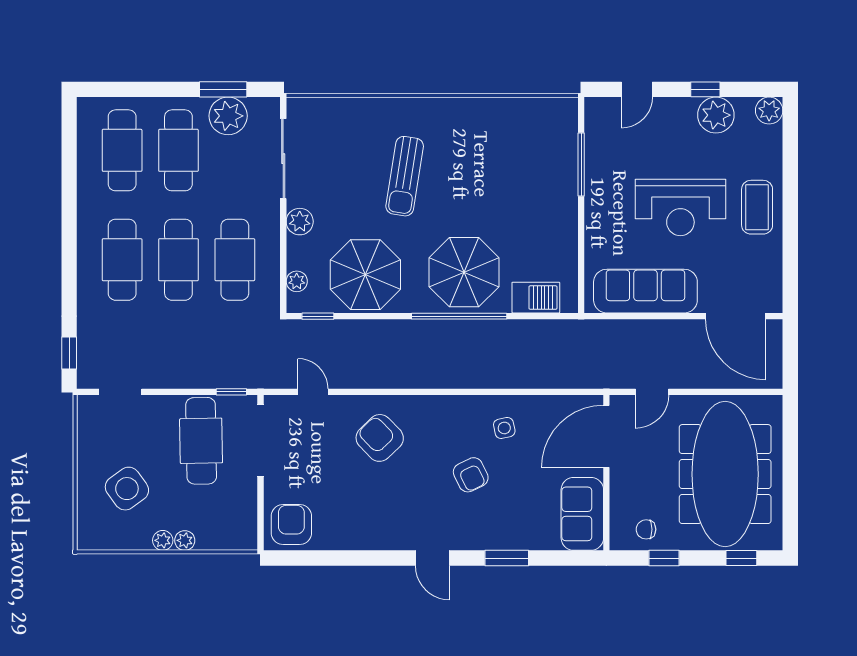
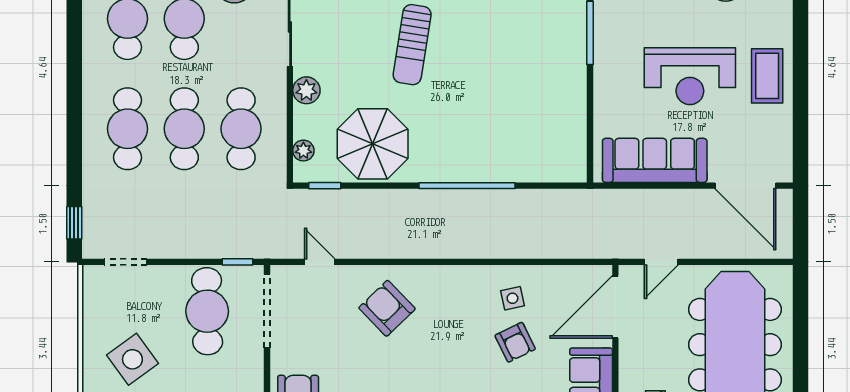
parasol: (464, 272) -> (472, 141), removed
barbecue: (536, 298) -> (544, 167), removed
armchair: (471, 475) -> (515, 342), moved

